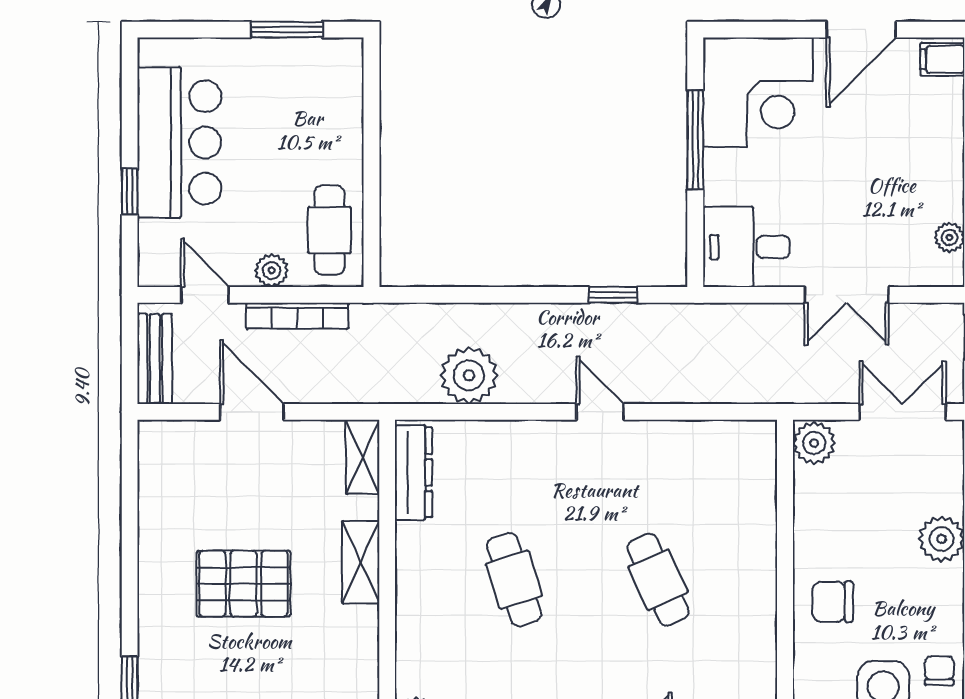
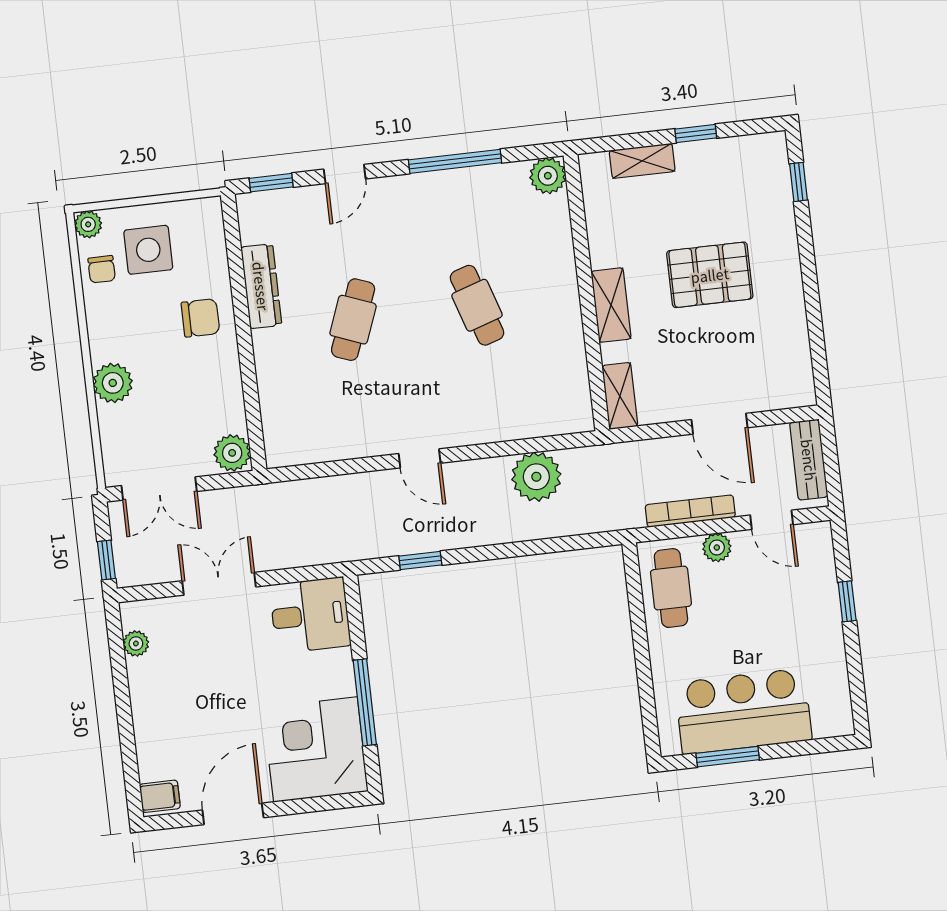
bar counter: (179, 142) -> (743, 711), moved, turned 90
dresser: (413, 472) -> (261, 286), moved, turned 180
cafe table: (658, 580) -> (353, 320), turned 45

